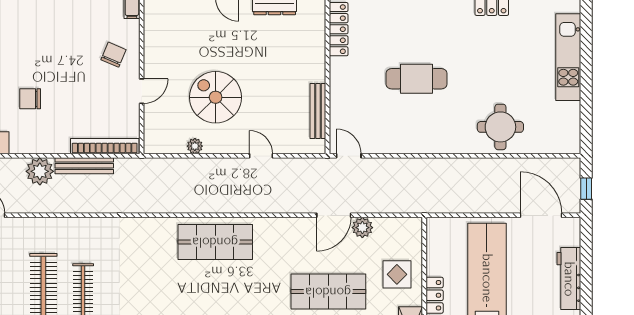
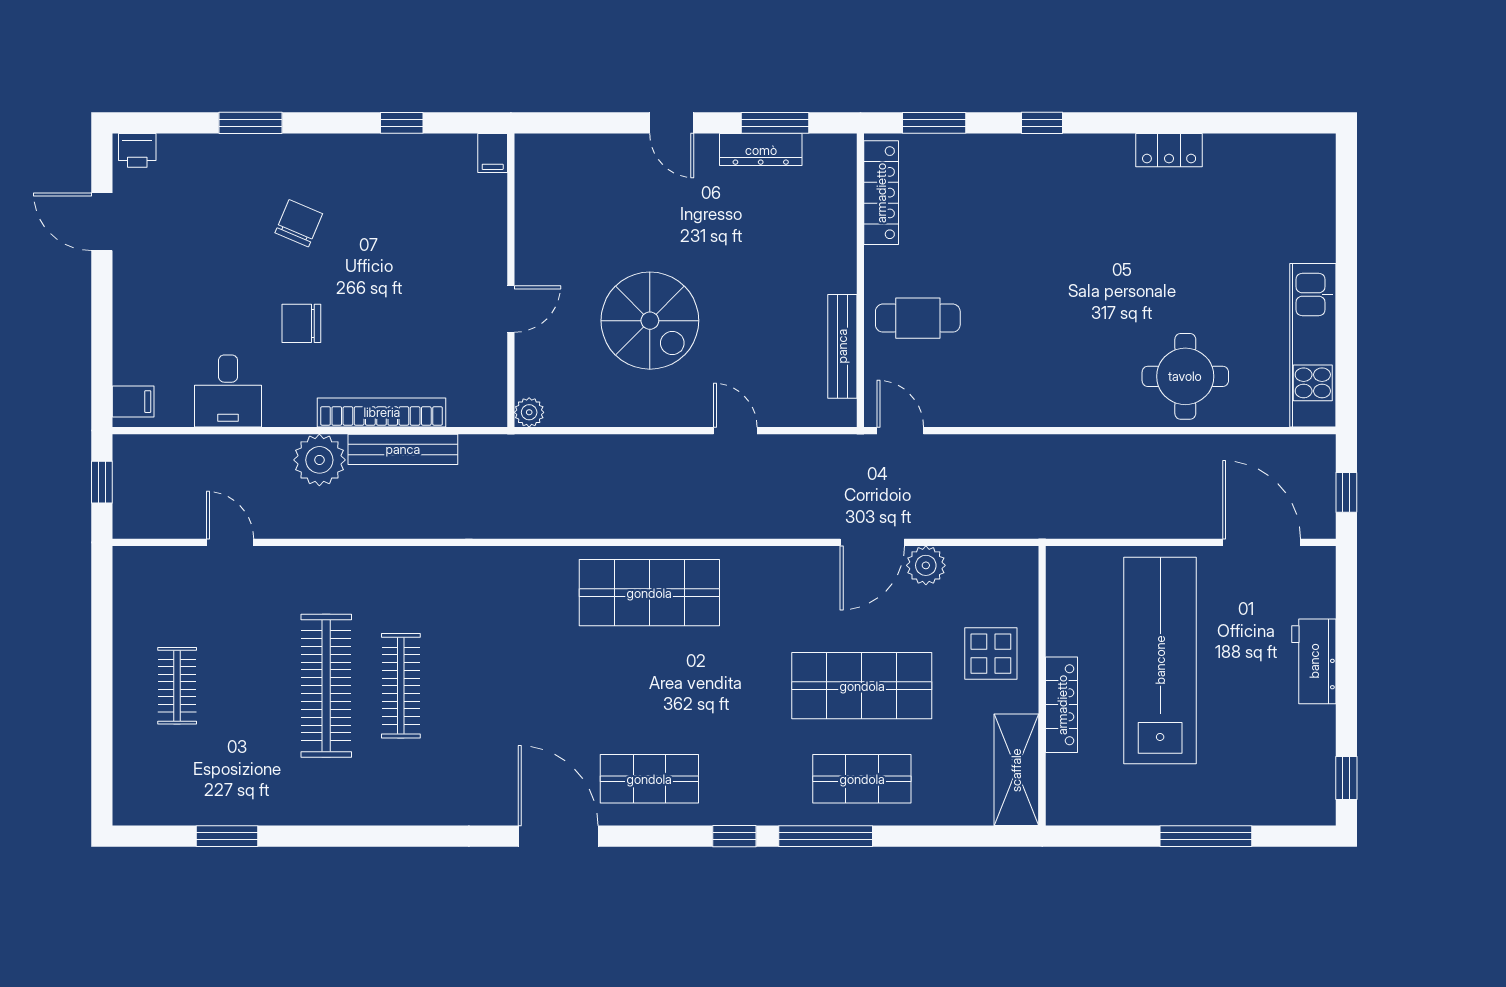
chair: (113, 55) -> (299, 223), moved
kitchen unit: (568, 57) -> (1313, 345), moved
cafe table: (416, 79) -> (918, 318), moved, width x0.73, depth x0.74
spiral stairs: (216, 97) -> (650, 321), turned 180
bookcase: (105, 146) -> (382, 412), moved
plant: (195, 146) -> (529, 412), moved
workbench: (569, 279) -> (1314, 661), width x0.73

